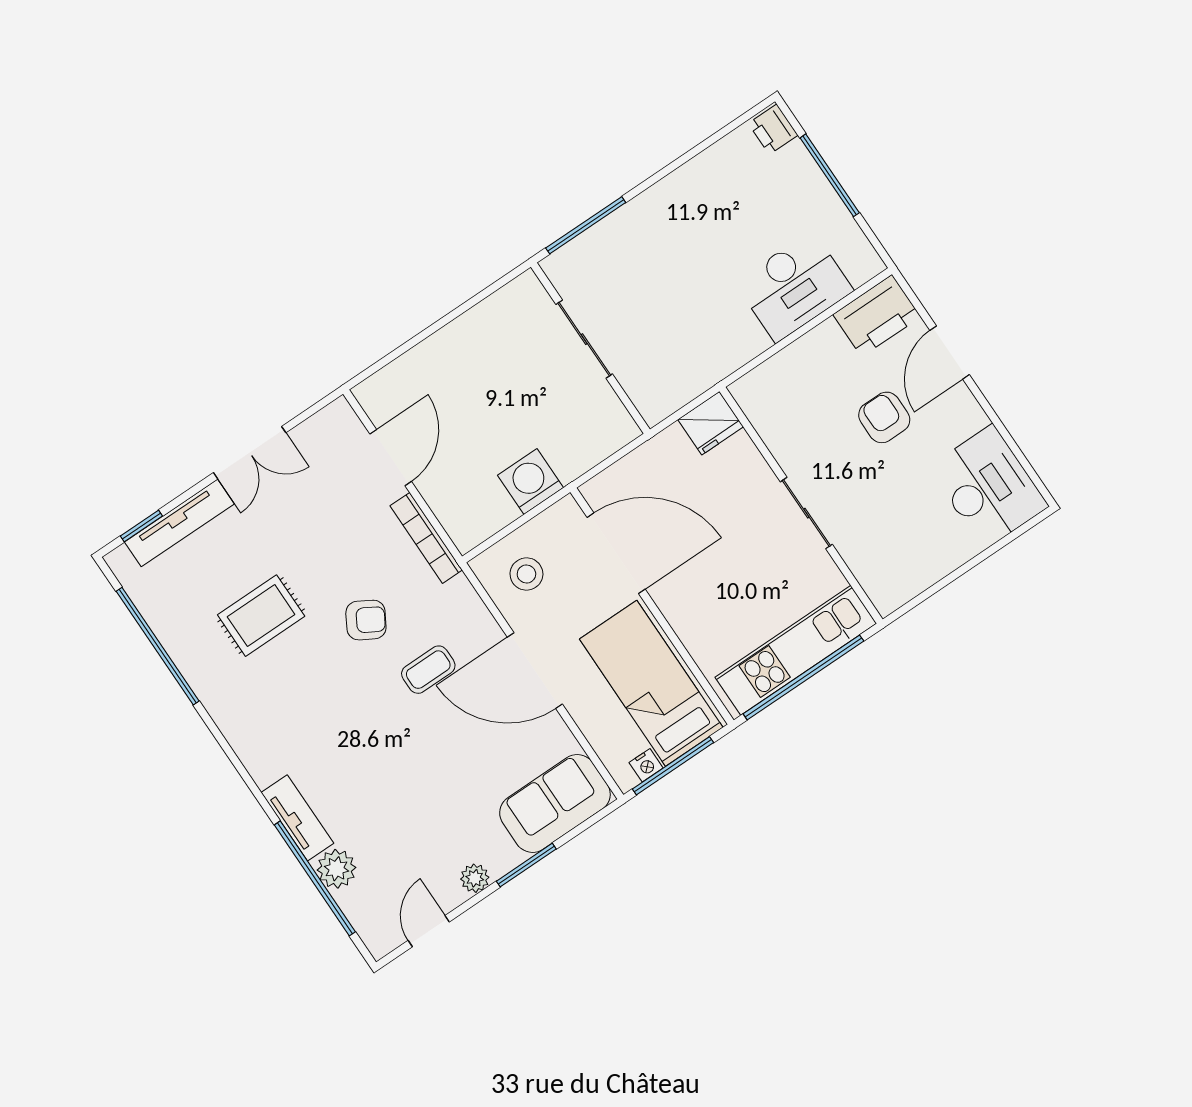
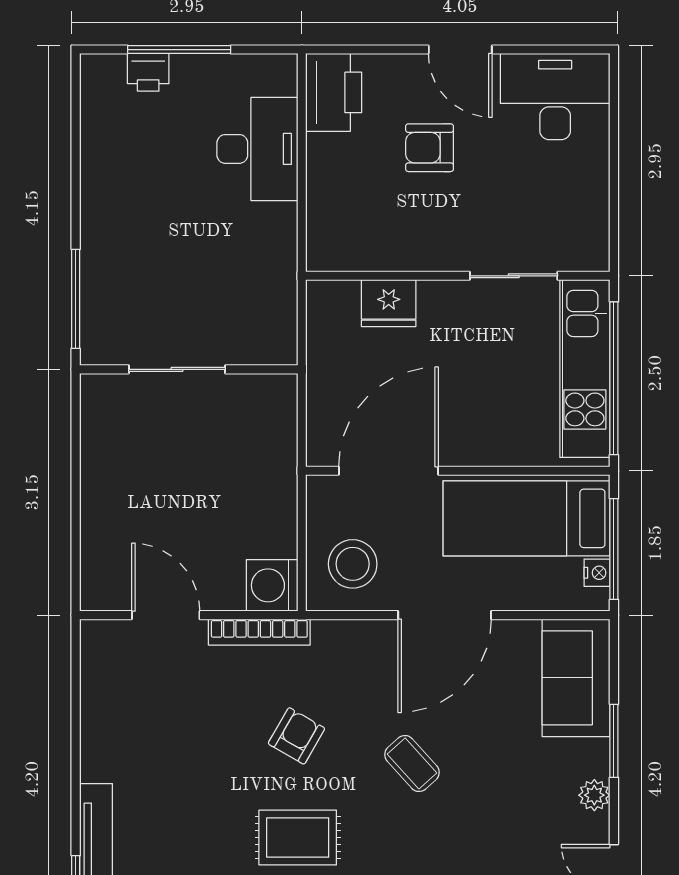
printer: (773, 129) -> (148, 72), moved
door: (950, 353) -> (460, 50), moved
fridge: (711, 423) -> (389, 303), moved, turned 90
double door: (250, 453) -> (76, 739), removed
washing machine: (531, 481) -> (272, 585), moved
sliding door: (806, 513) -> (514, 276), moved
stool: (526, 574) -> (353, 564), width x1.38, depth x1.38
rug: (261, 616) -> (298, 838), moved, turned 90
coffee table: (428, 670) -> (412, 764), moved, turned -42

